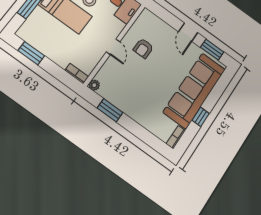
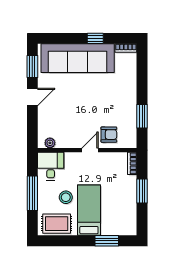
armchair: (143, 48) -> (109, 135), moved
window: (31, 53) -> (142, 191), moved
plant: (94, 85) -> (50, 143), moved

